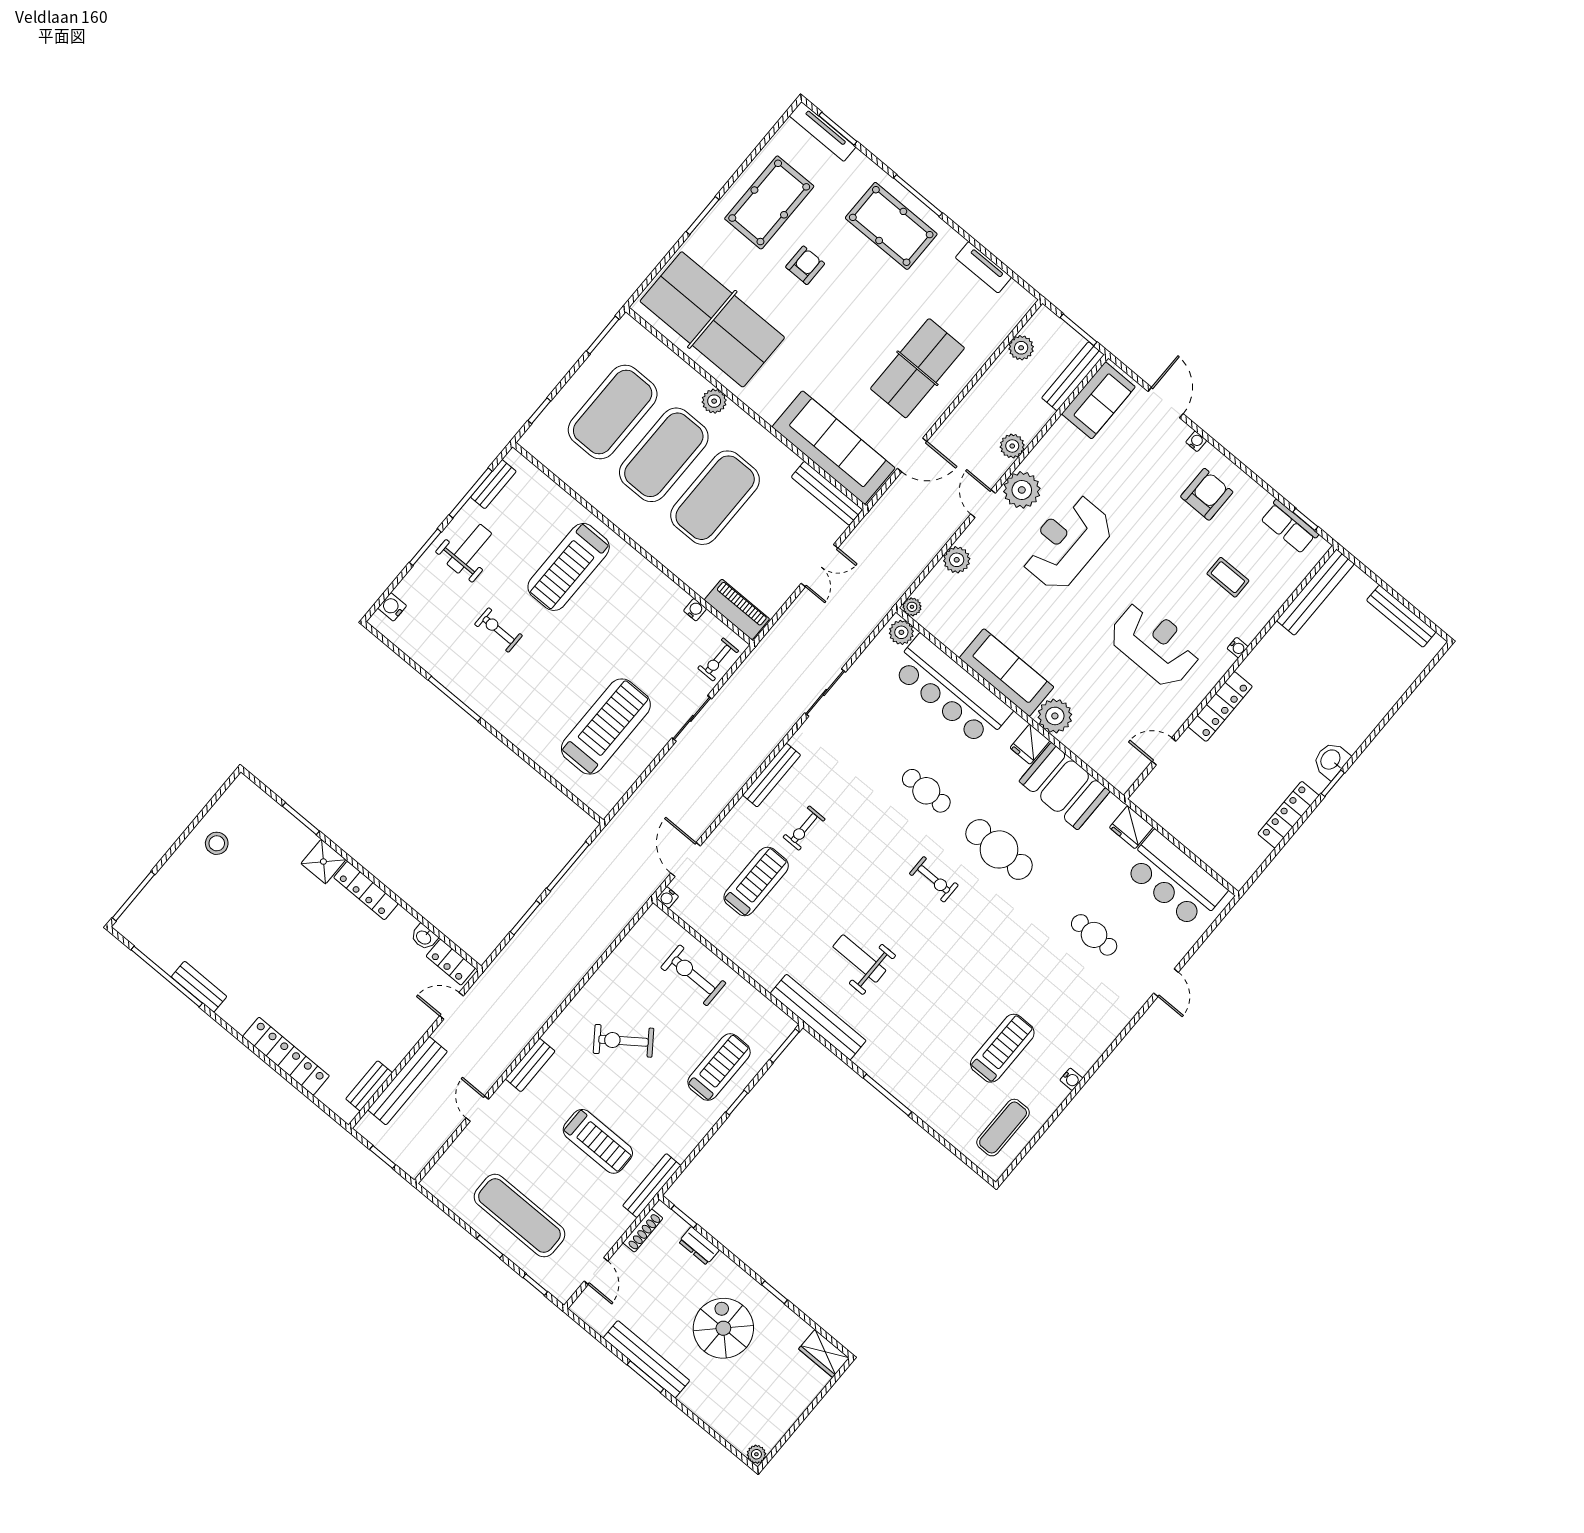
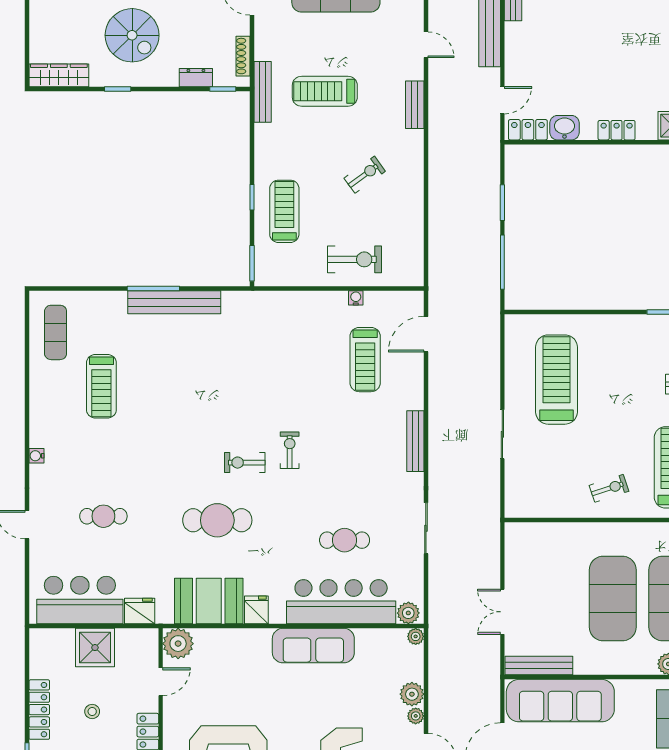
plant: (969, 538) -> (416, 716), added
piano: (737, 609) -> (534, 535), removed
water cooler: (695, 610) -> (562, 510), removed
exercise bike: (718, 659) -> (609, 488), moved, turned 72
plant: (1055, 716) -> (178, 644), moved
treadmill: (606, 727) -> (556, 380), turned 180
stool: (1244, 775) -> (92, 711), added
cafe table: (926, 791) -> (345, 540), moved
exercise bike: (804, 828) -> (290, 450), moved
shower: (1196, 828) -> (95, 648), added
door: (686, 860) -> (426, 334), swing flipped
locker: (366, 891) -> (617, 130), width x0.66
water cooler: (667, 897) -> (356, 298), moved
washbasin: (424, 937) -> (564, 128), width x1.38, depth x1.45
weight bench: (859, 959) -> (250, 366), removed
bench: (818, 1017) -> (174, 302), moved
exercise bike: (624, 1041) -> (365, 175), width x0.73, depth x0.72
treadmill: (719, 1067) -> (284, 211), turned 180
water cooler: (1071, 1079) -> (36, 456), moved
wardrobe: (824, 1353) -> (59, 75), width x1.50

